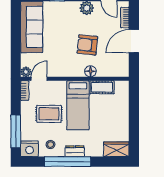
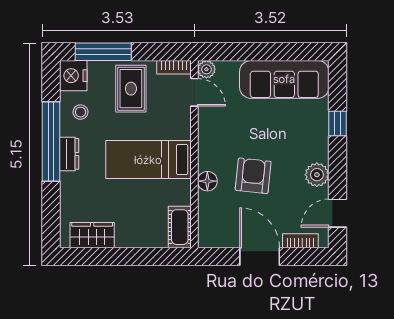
cot: (102, 87) -> (180, 227), moved
rug: (49, 114) -> (131, 89), moved
wardrobe: (116, 149) -> (92, 235), moved, turned -90

